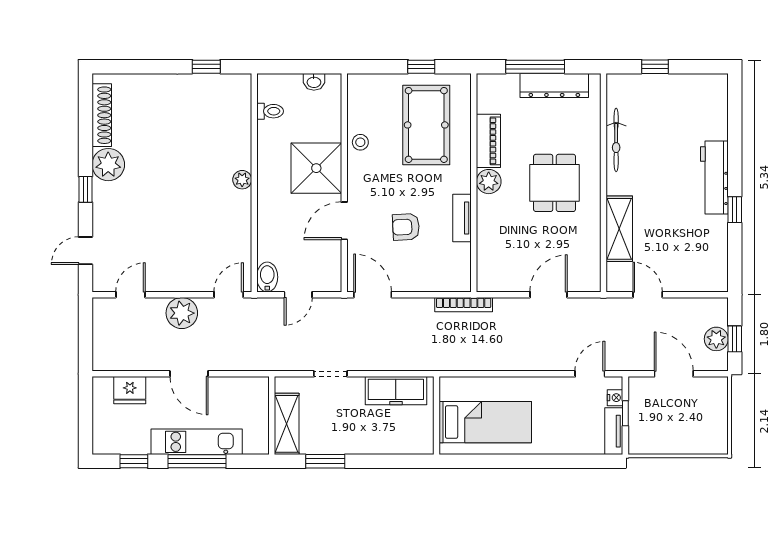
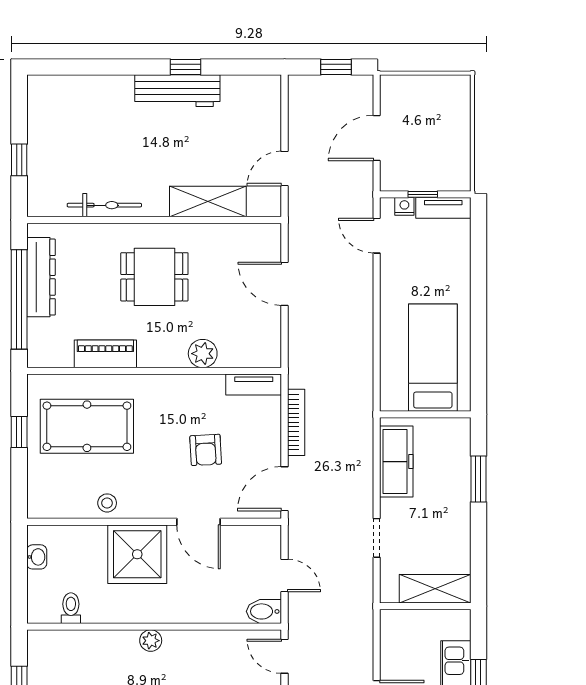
window: (535, 67) -> (19, 299), width x1.46
workbench: (714, 177) -> (177, 91), moved
plant: (489, 182) -> (203, 354), moved
tv unit: (462, 218) -> (254, 385), moved
bookcase: (464, 305) -> (296, 422), moved
plant: (716, 339) -> (336, 89), removed
window: (325, 461) -> (478, 479), moved

